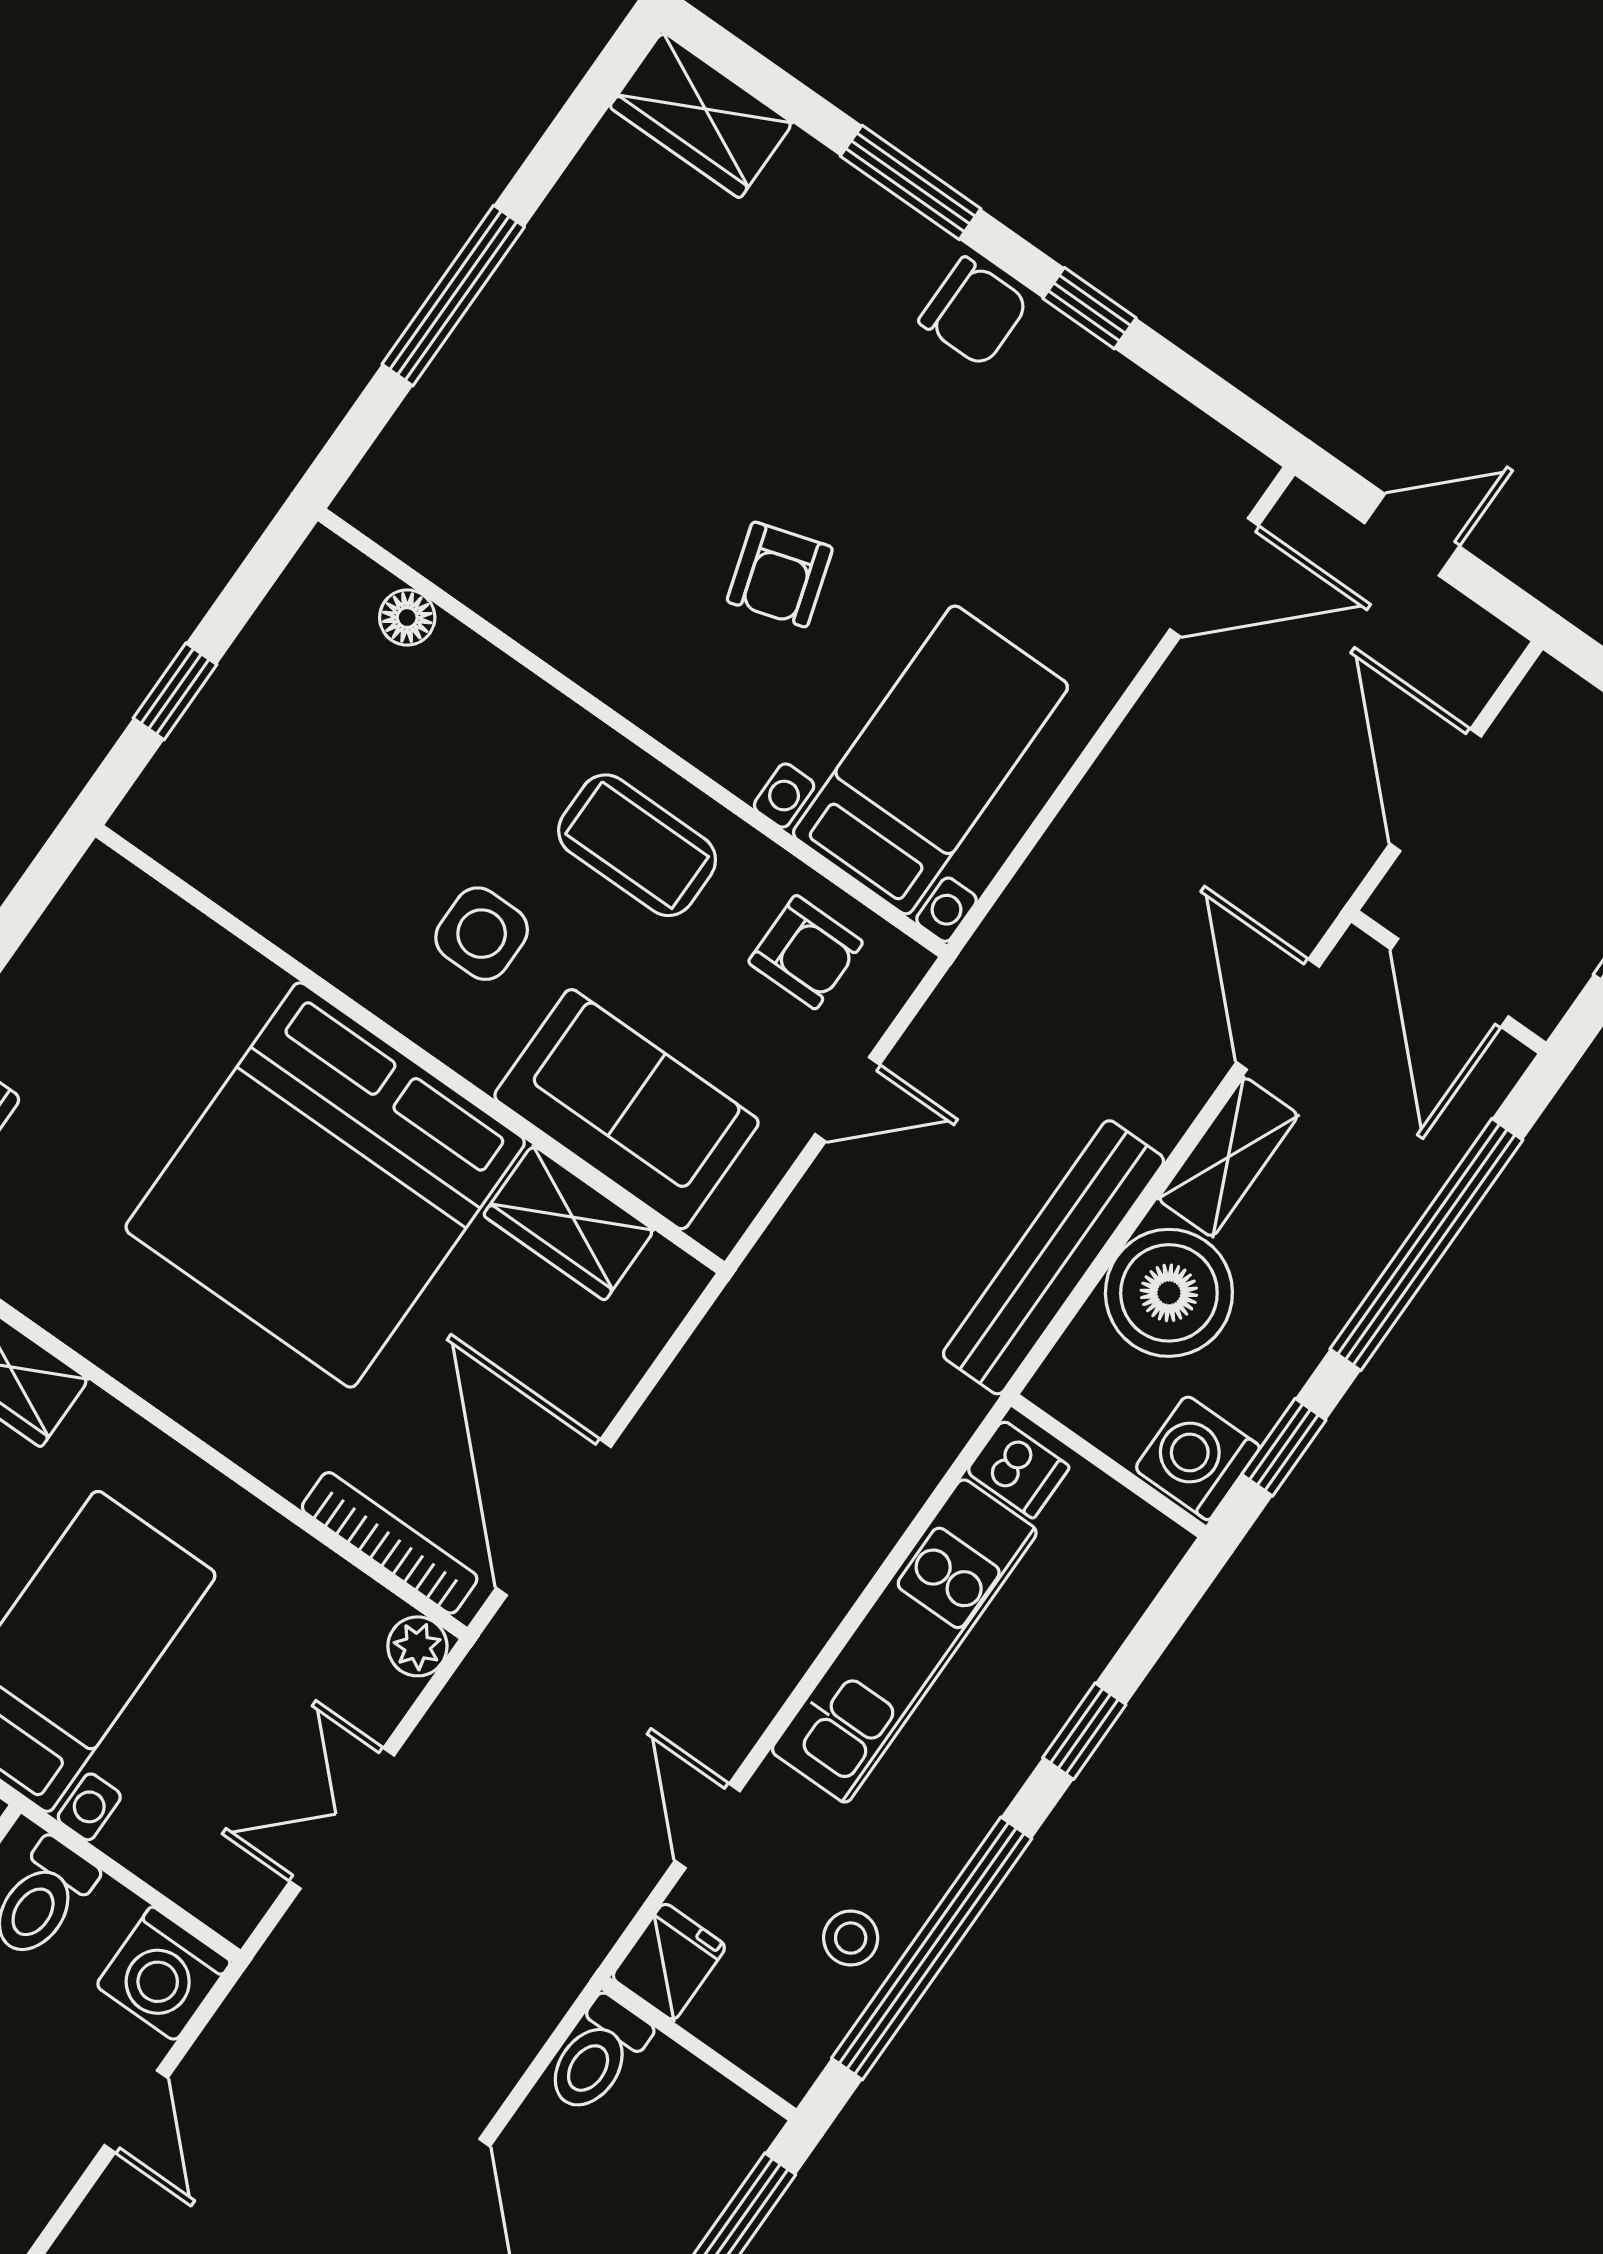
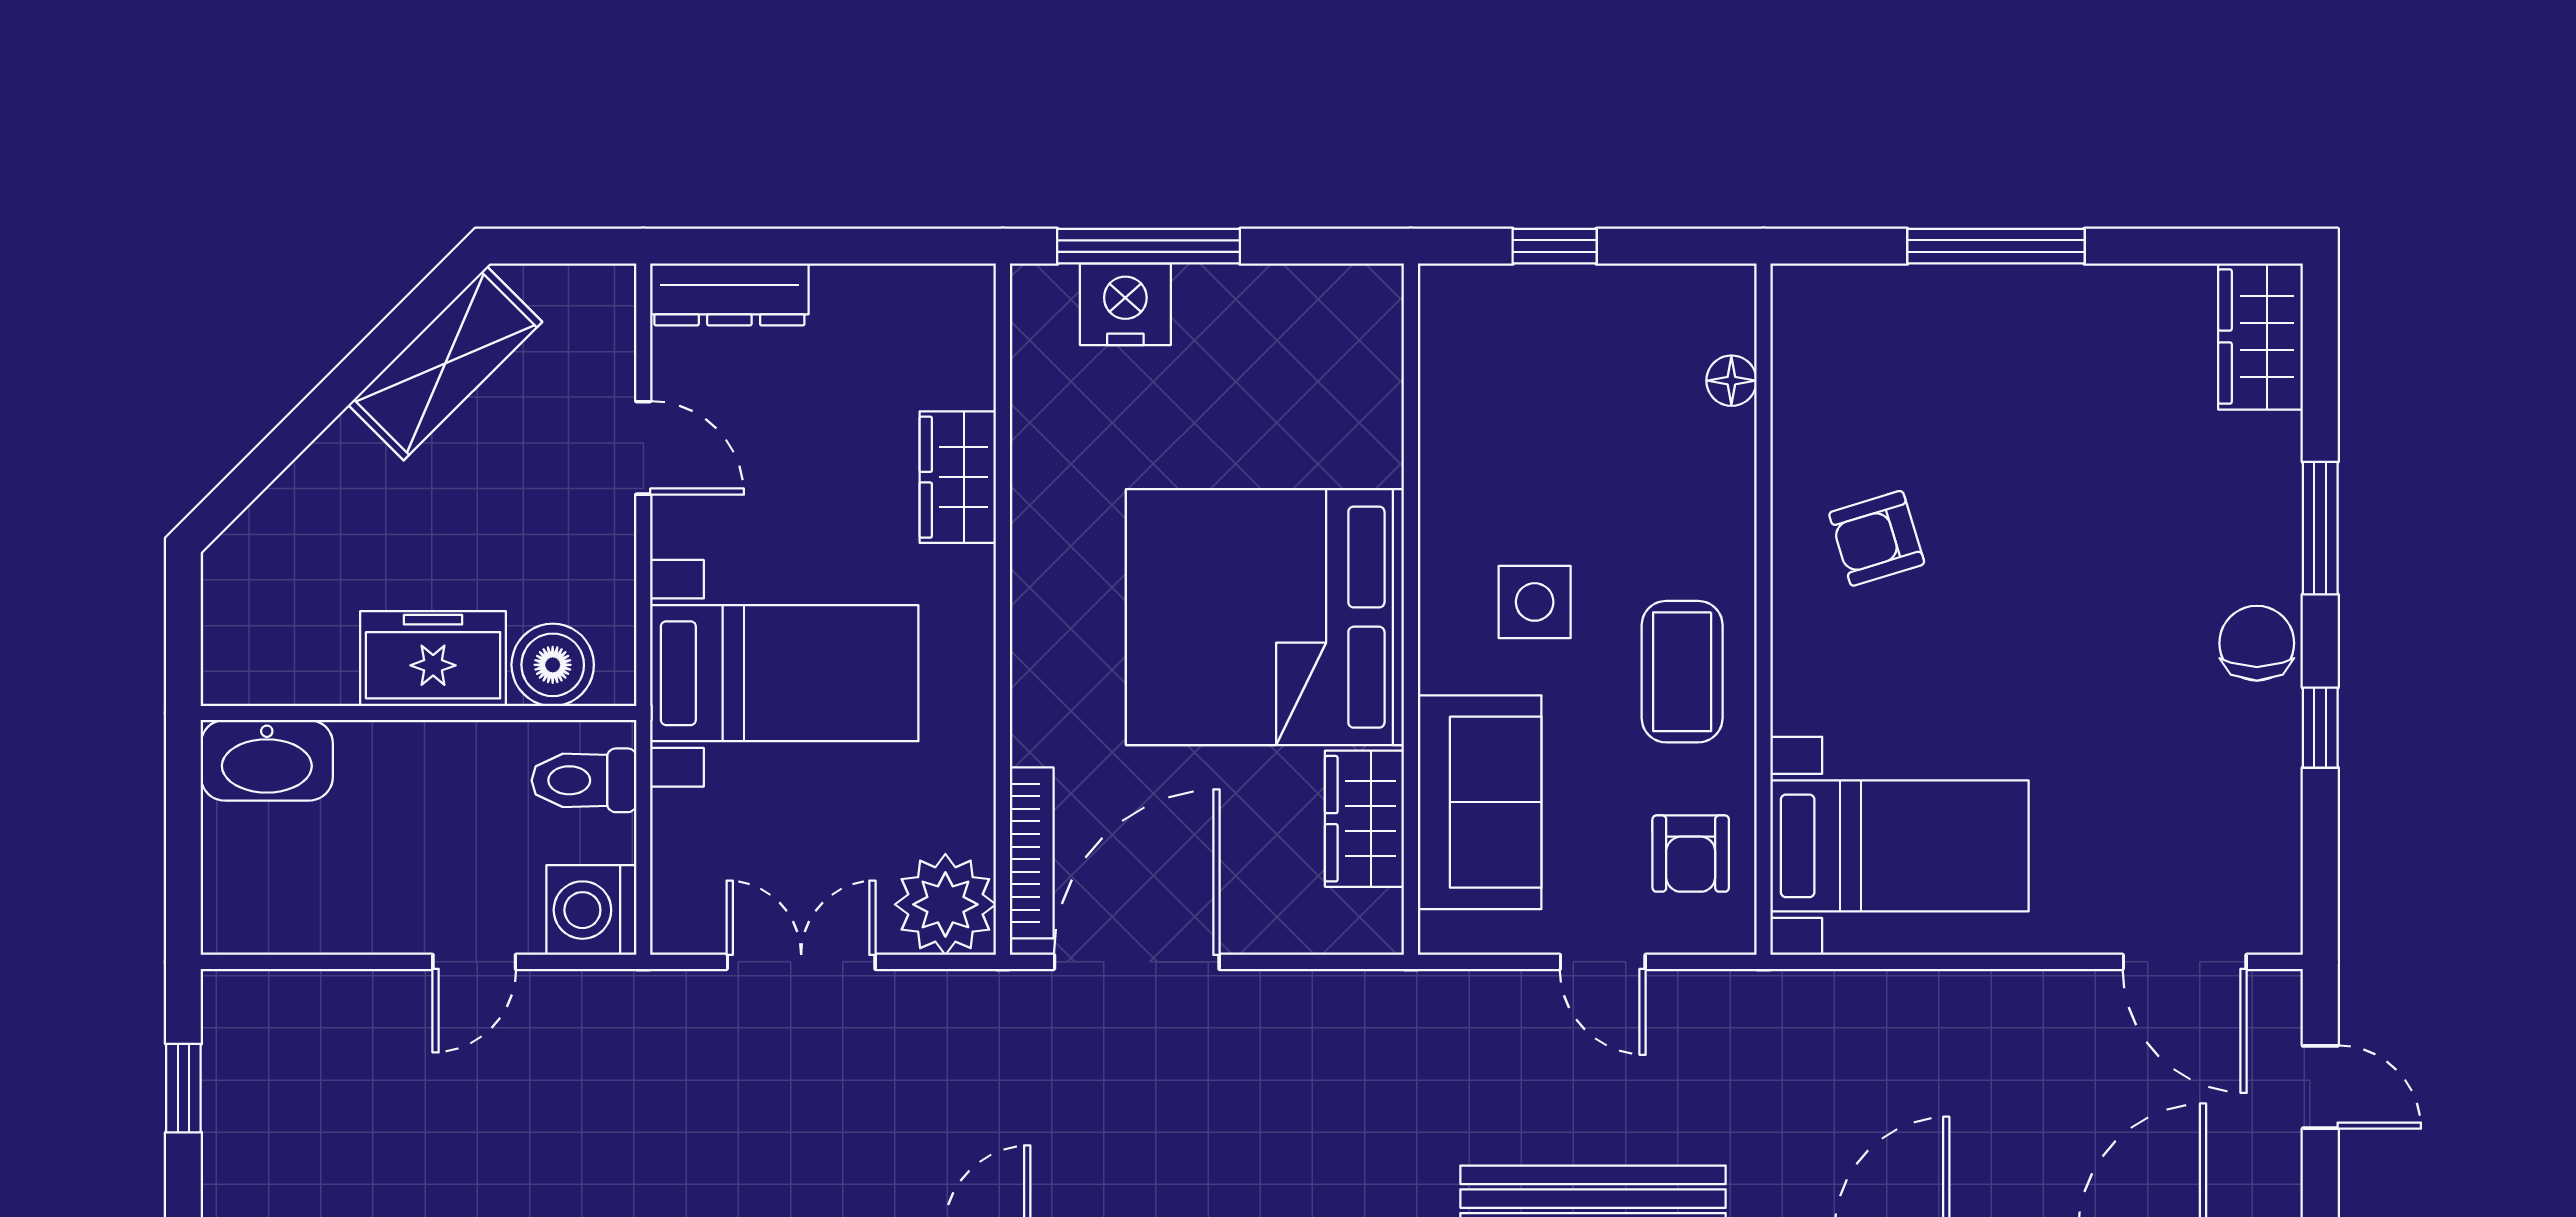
chair: (974, 312) -> (2257, 643), turned 180
armchair: (780, 574) -> (1877, 538), moved
plant: (417, 1646) -> (945, 904), width x1.88, depth x1.88

